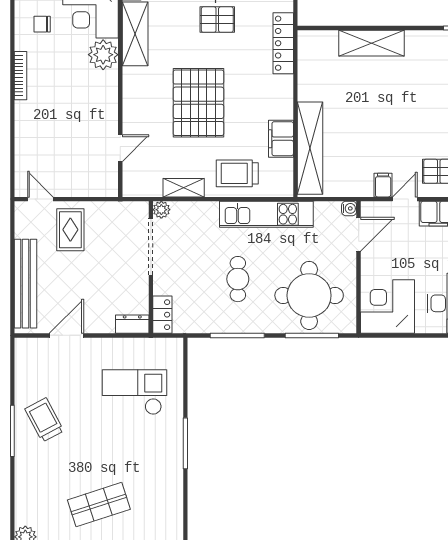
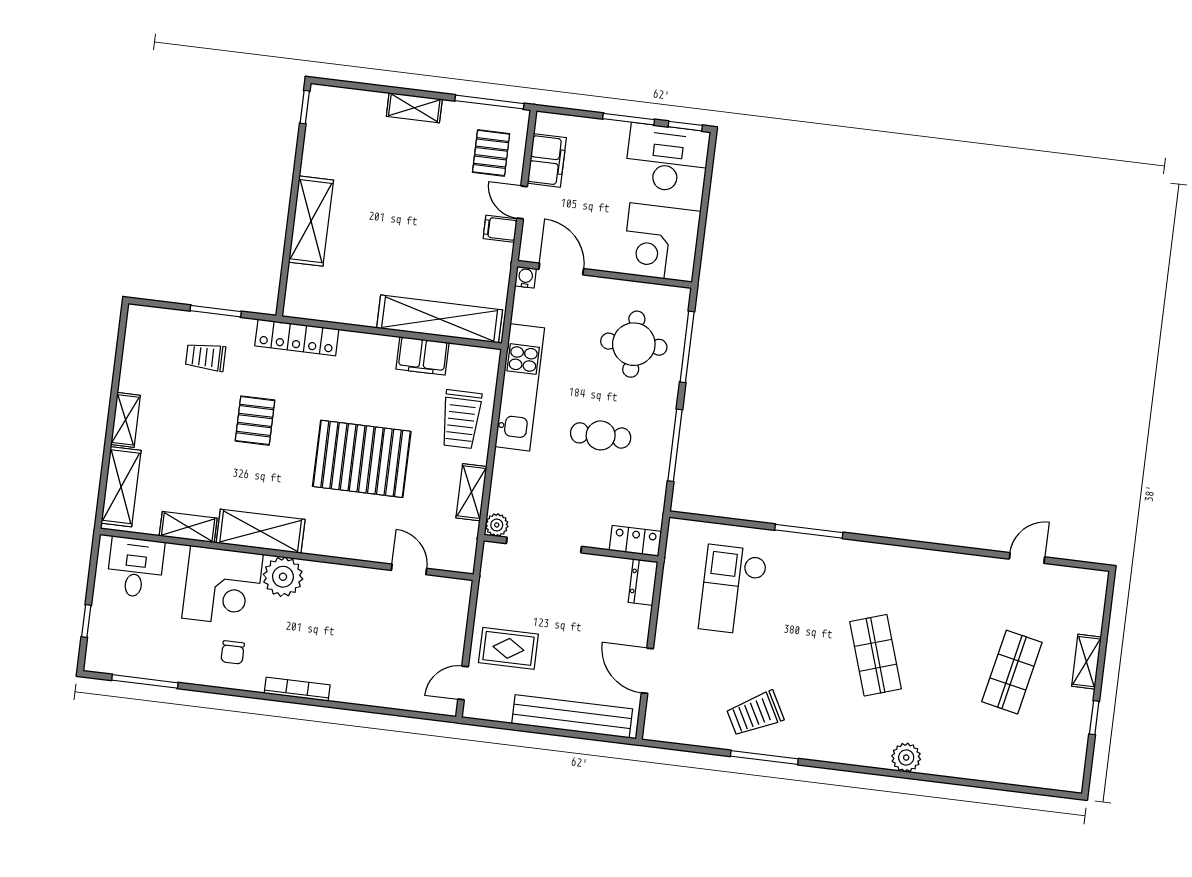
round table: (309, 295) -> (634, 344), width x0.73, depth x0.73

